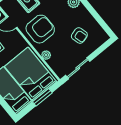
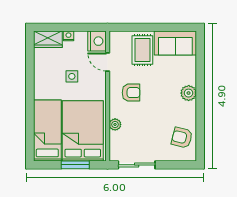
armchair: (40, 29) -> (131, 93), width x0.53, depth x0.53
armchair: (79, 36) -> (182, 138), moved, turned 119

